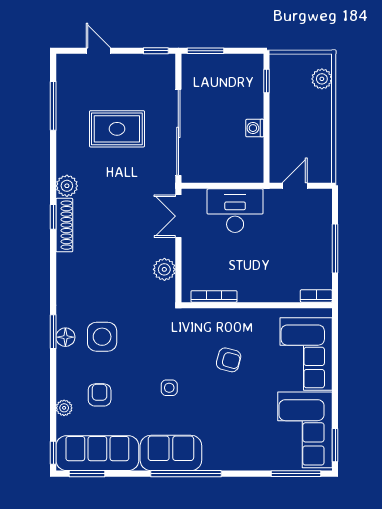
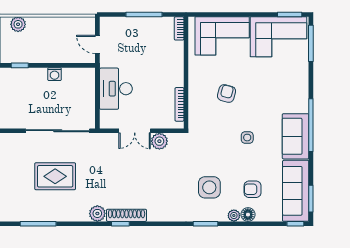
rug: (117, 129) -> (55, 176), turned 90
double door: (178, 216) -> (135, 131), moved
floor lamp: (65, 337) -> (248, 215), moved
plant: (64, 408) -> (234, 216), moved

